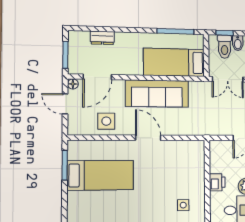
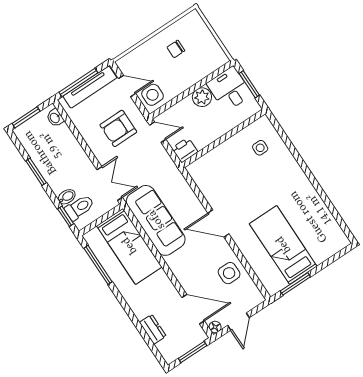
sofa: (157, 94) -> (156, 220), moved
door: (148, 138) -> (218, 223), hinge flipped
printer: (217, 182) -> (185, 150), moved

